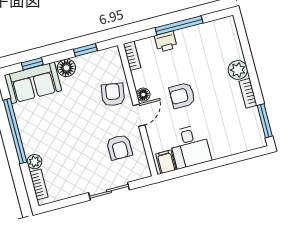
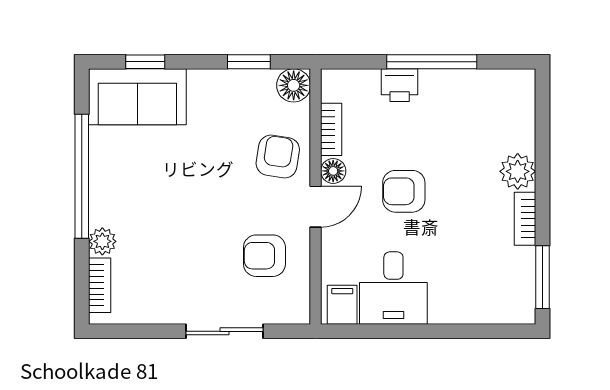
bookcase: (132, 56) -> (331, 129), moved
floor lamp: (66, 68) -> (294, 85), moved
armchair: (119, 147) -> (264, 256), turned 90

